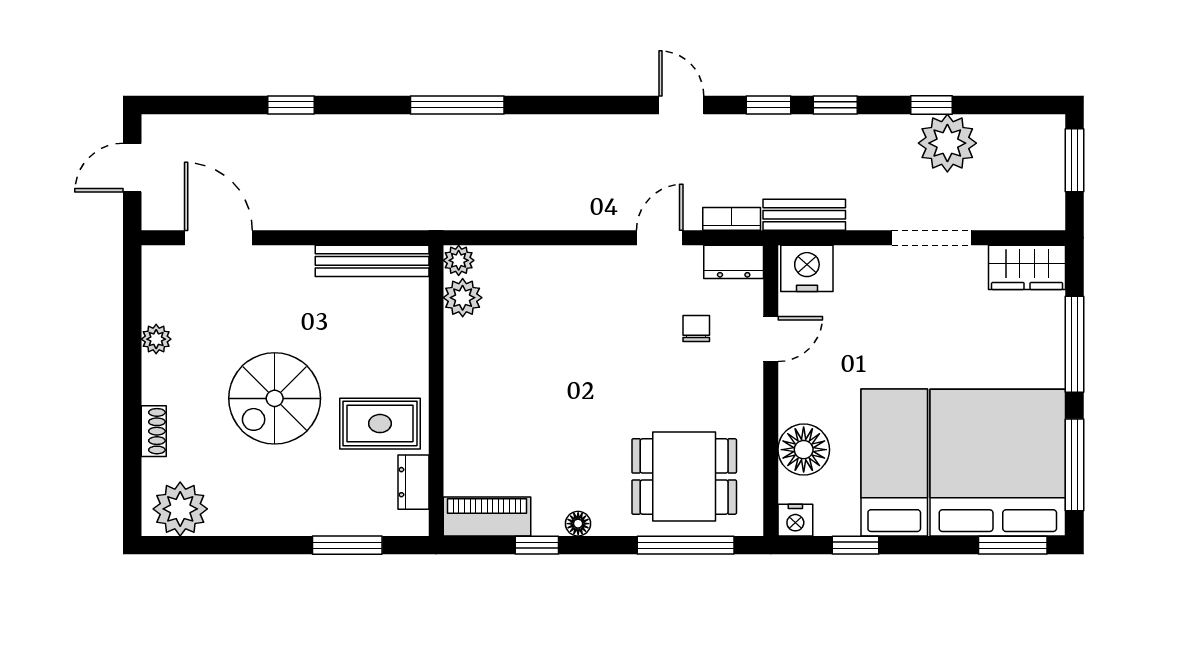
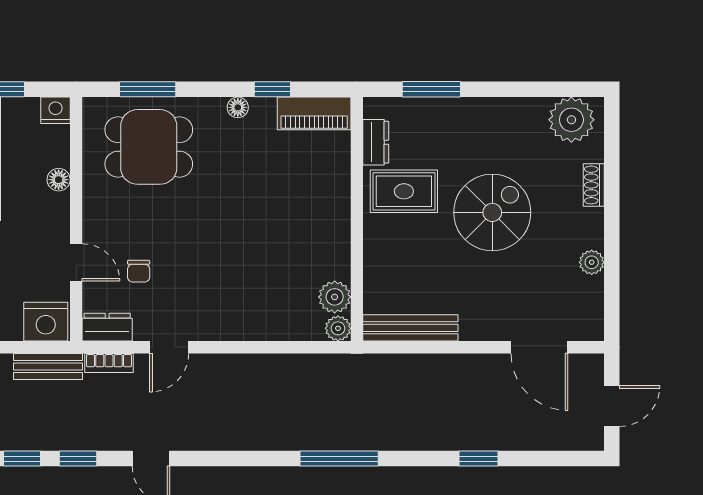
door: (771, 339) -> (76, 262), swing flipped
floor lamp: (804, 450) -> (59, 180), width x0.53, depth x0.53
window: (686, 545) -> (148, 89), width x0.69

